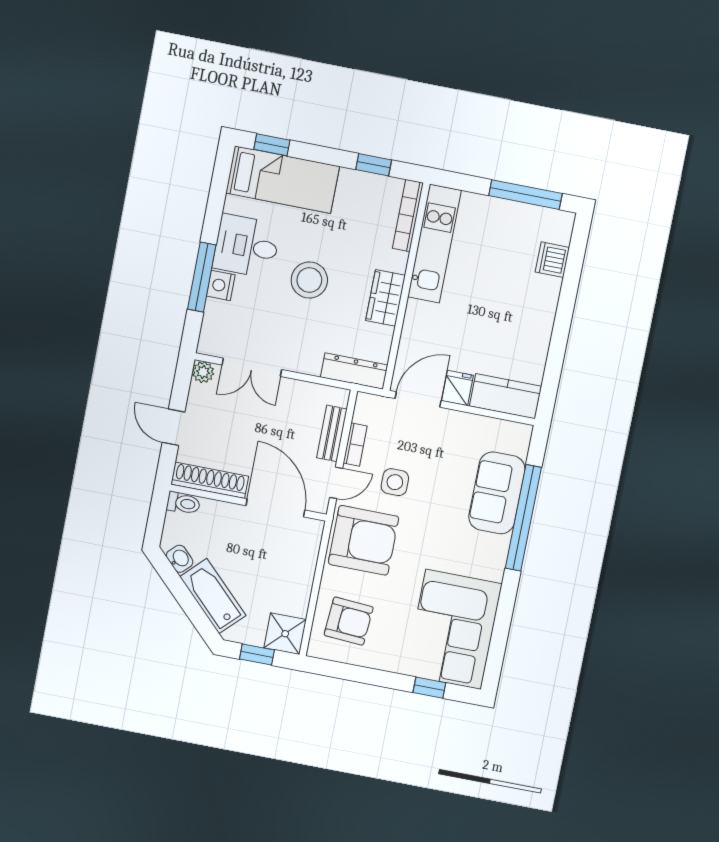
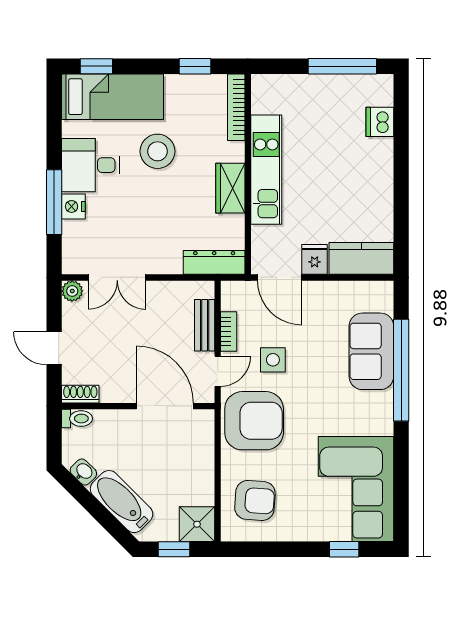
kitchen unit: (434, 244) -> (266, 170), moved
stool: (309, 280) -> (158, 151), moved
door: (418, 399) -> (280, 277), swing flipped
shoe rack: (210, 480) -> (80, 394), width x0.51, depth x0.81

